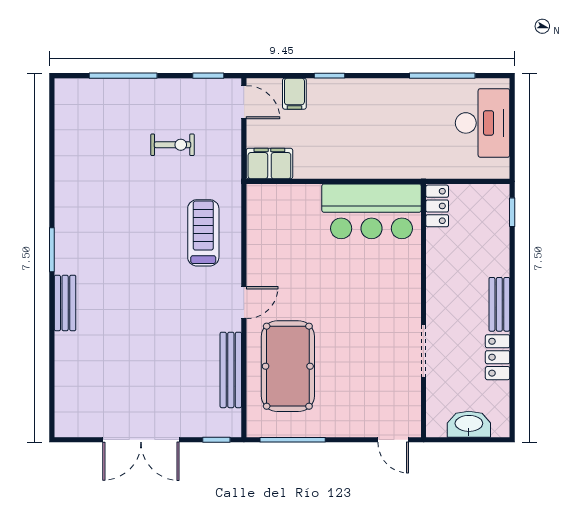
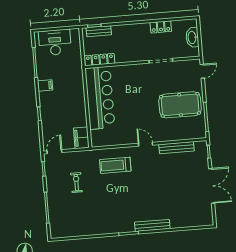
filing cabinet: (294, 94) -> (45, 85), moved
locker: (437, 206) -> (100, 60), width x1.53
bar counter: (372, 211) -> (100, 98), width x1.36
bench: (65, 303) -> (152, 225), width x1.36
bench: (499, 304) -> (99, 31), moved
pool table: (288, 366) -> (180, 105), moved

